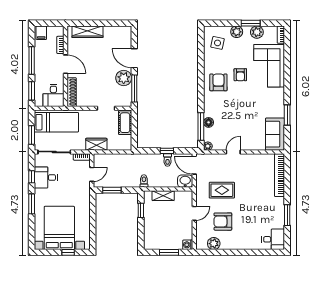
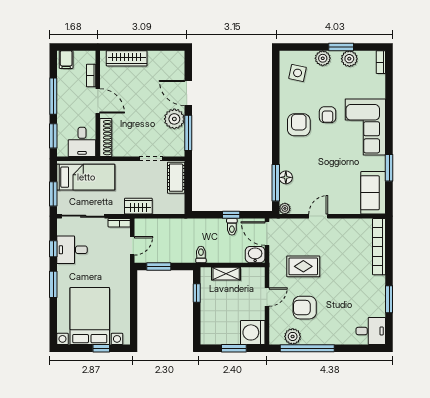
corner sofa: (269, 66) -> (365, 127), moved
washing machine: (188, 245) -> (253, 332), width x1.89, depth x1.89
window: (225, 252) -> (307, 348), added

